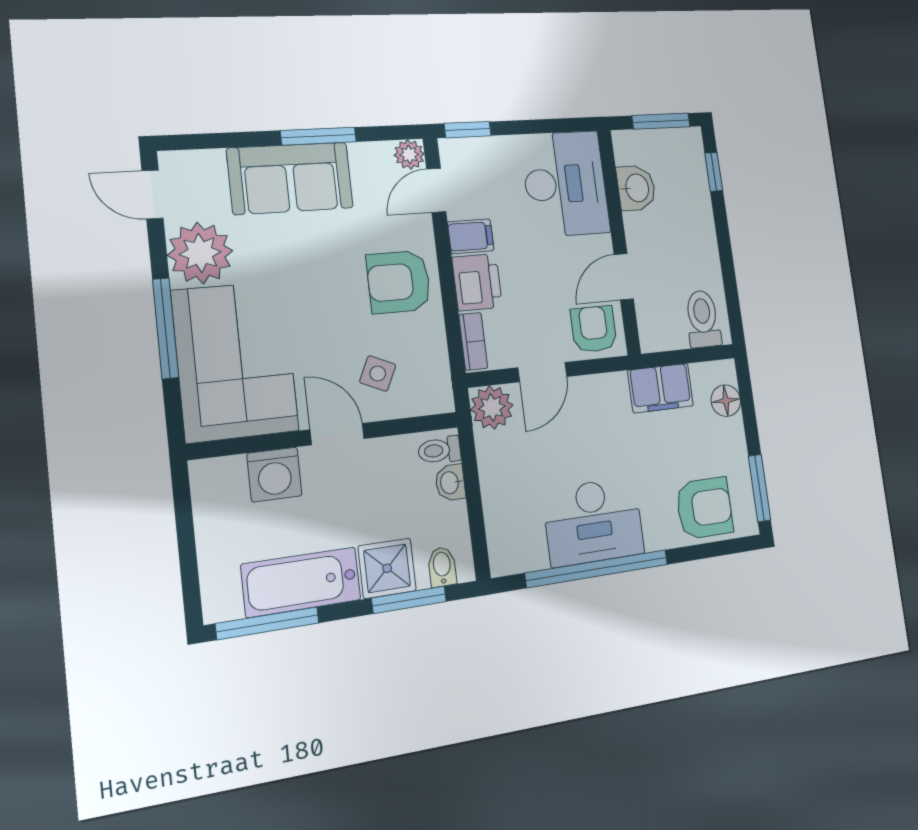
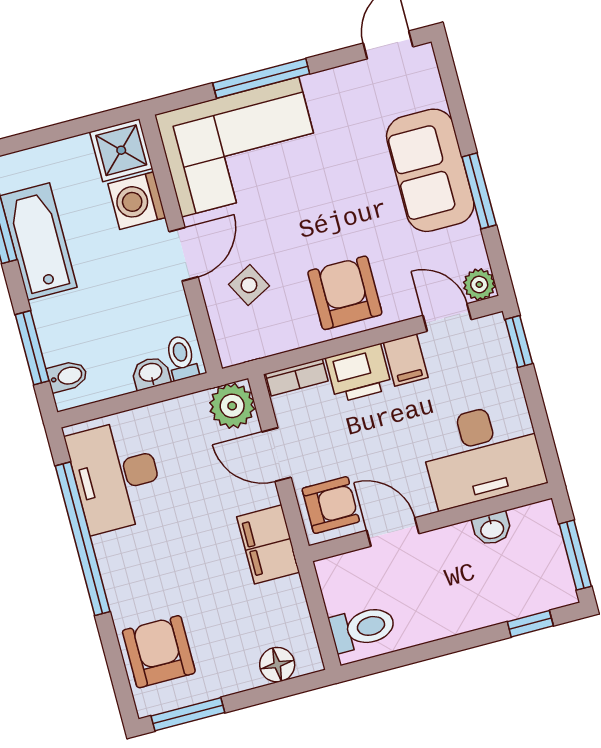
washbasin: (636, 188) -> (492, 529), width x0.72, depth x0.69
plant: (200, 253) -> (339, 98), removed
side table: (378, 374) -> (249, 285), turned 37
filing cabinet: (661, 388) -> (268, 544), moved
armchair: (704, 508) -> (159, 652), turned 180
desk: (593, 522) -> (116, 476), moved
shower: (387, 568) -> (121, 150), moved

